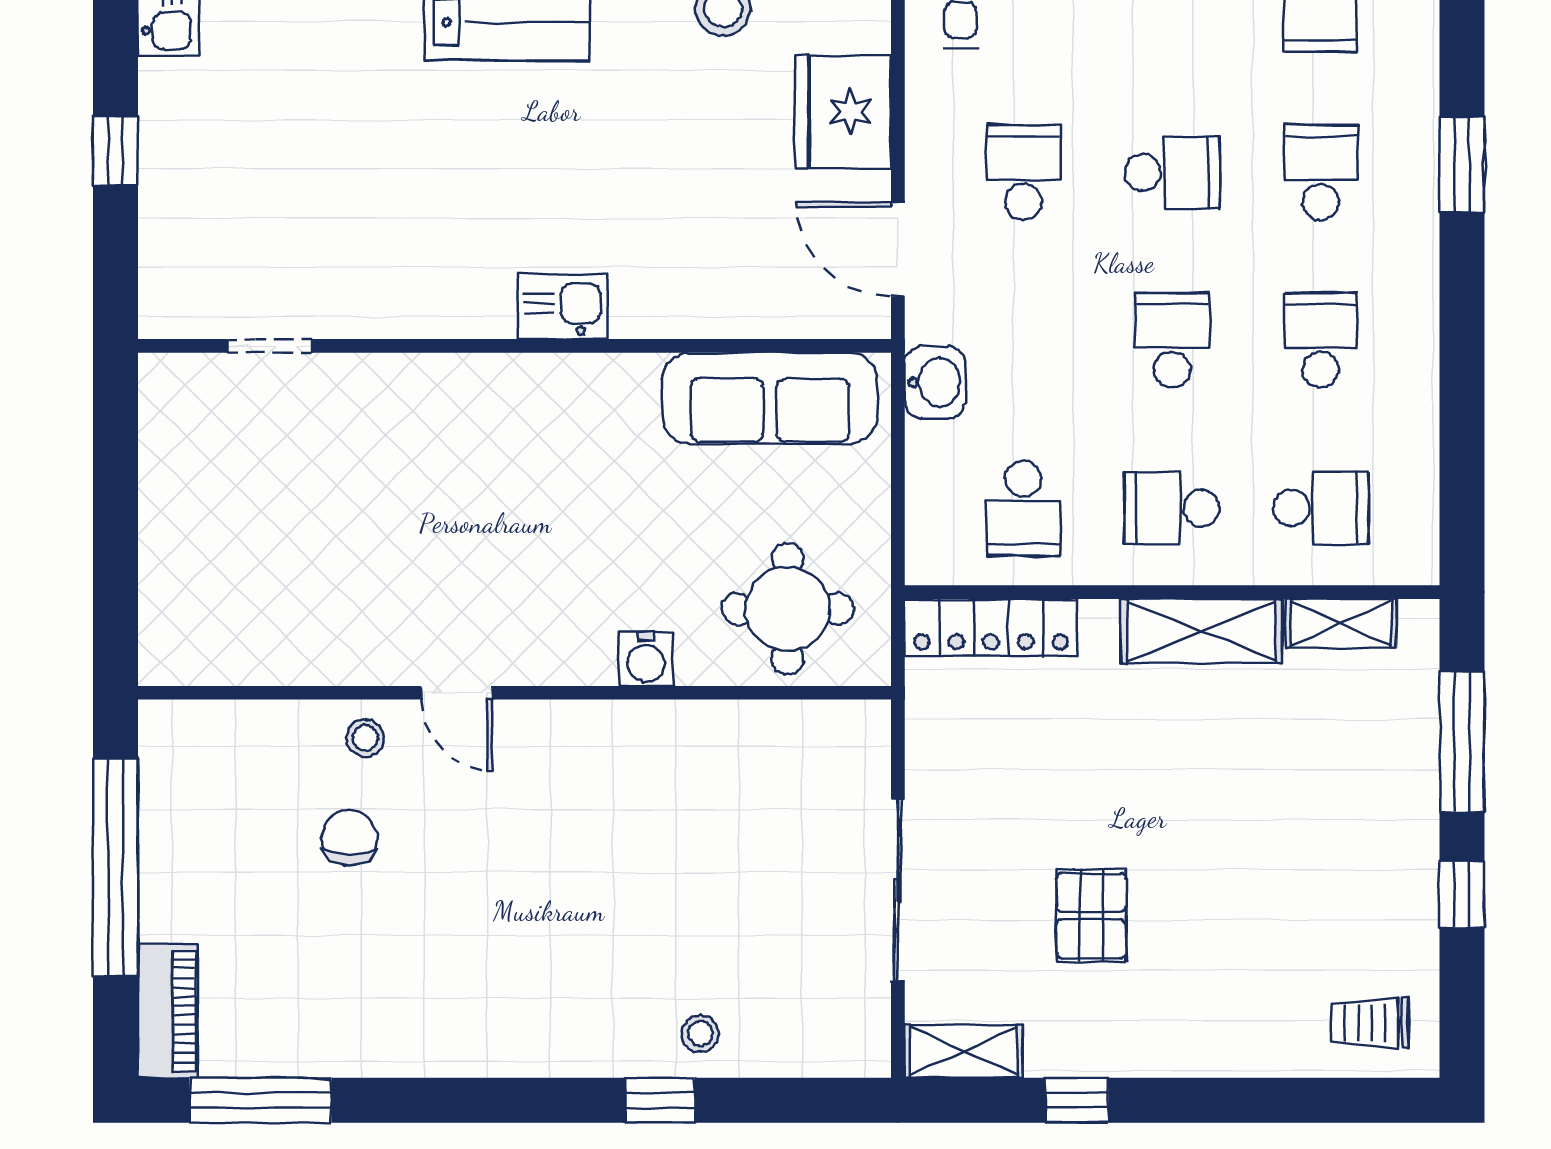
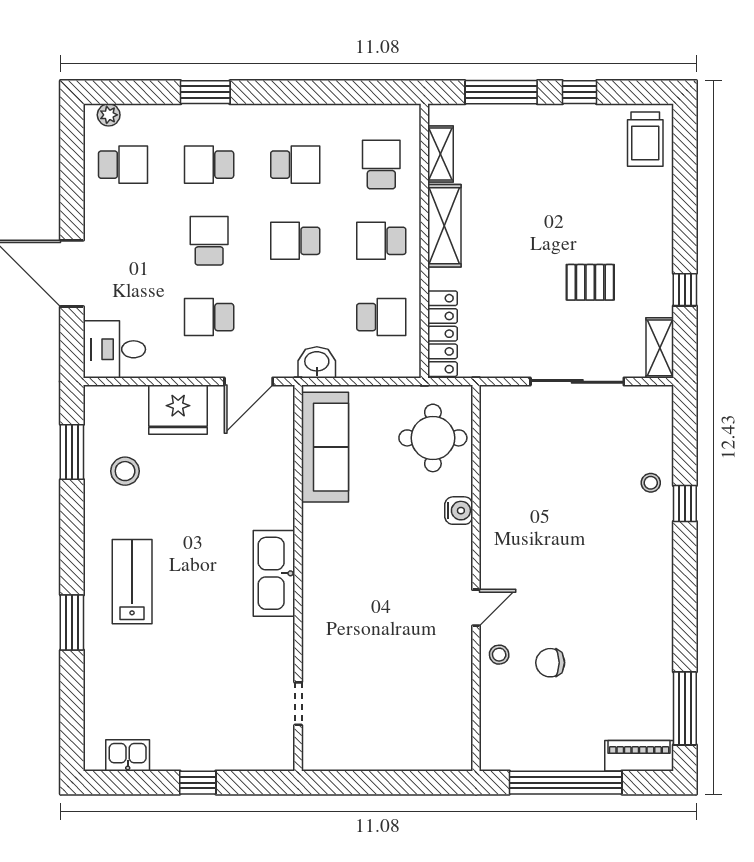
kitchen sink: (563, 307) -> (274, 573), width x1.88, depth x1.24
school desk: (1321, 340) -> (295, 165), turned 180
school desk: (1172, 508) -> (381, 241), turned 90
trolley: (1370, 1023) -> (645, 139), width x1.36, depth x1.39

